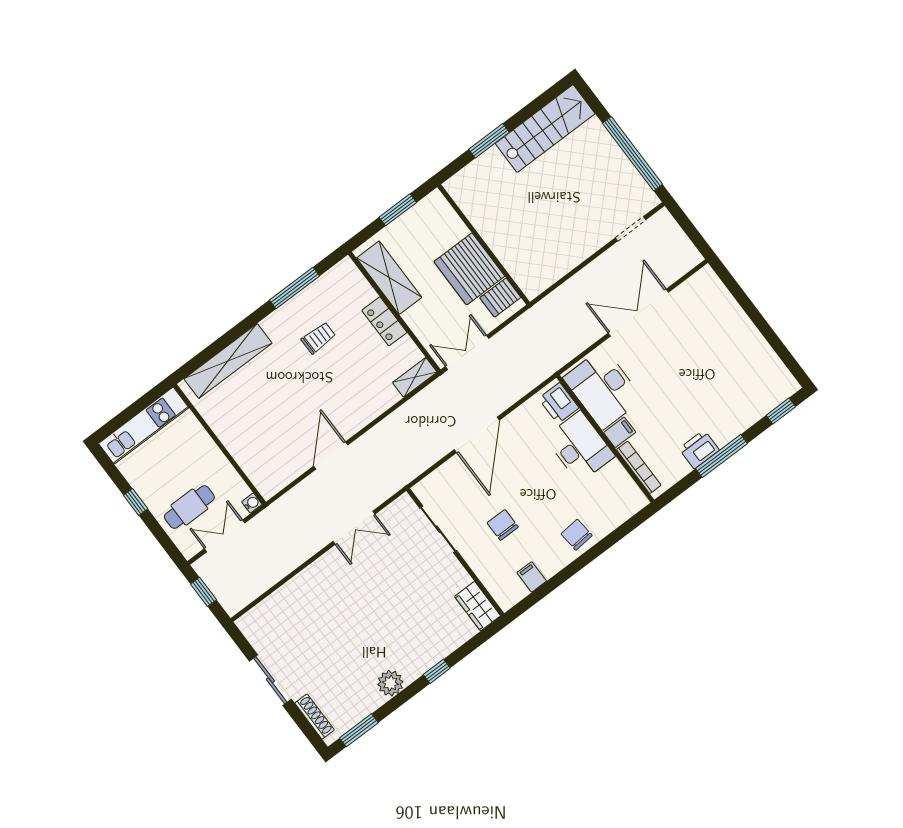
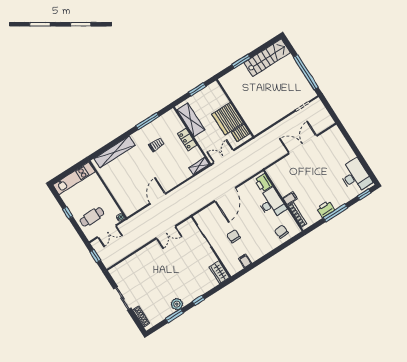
desk: (603, 388) -> (355, 176), moved, turned 180
chair: (577, 535) -> (281, 232), moved
double door: (225, 536) -> (107, 231), swing flipped
window: (359, 730) -> (174, 316), moved

